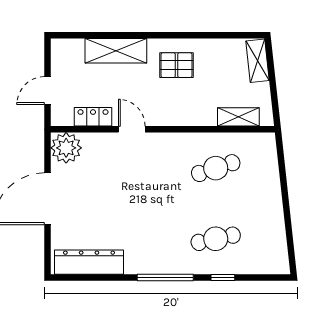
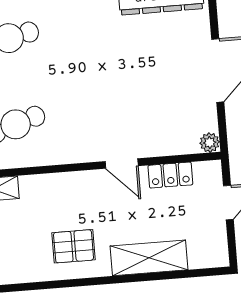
plant: (66, 148) -> (210, 143), width x0.53, depth x0.53

